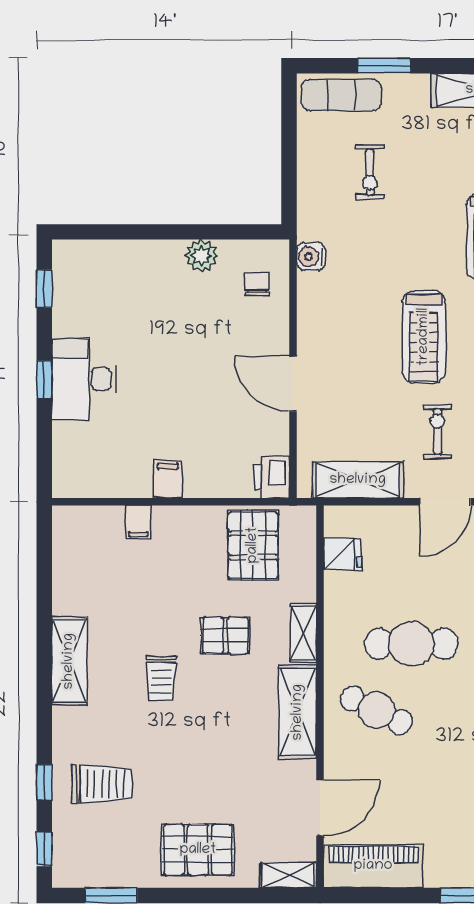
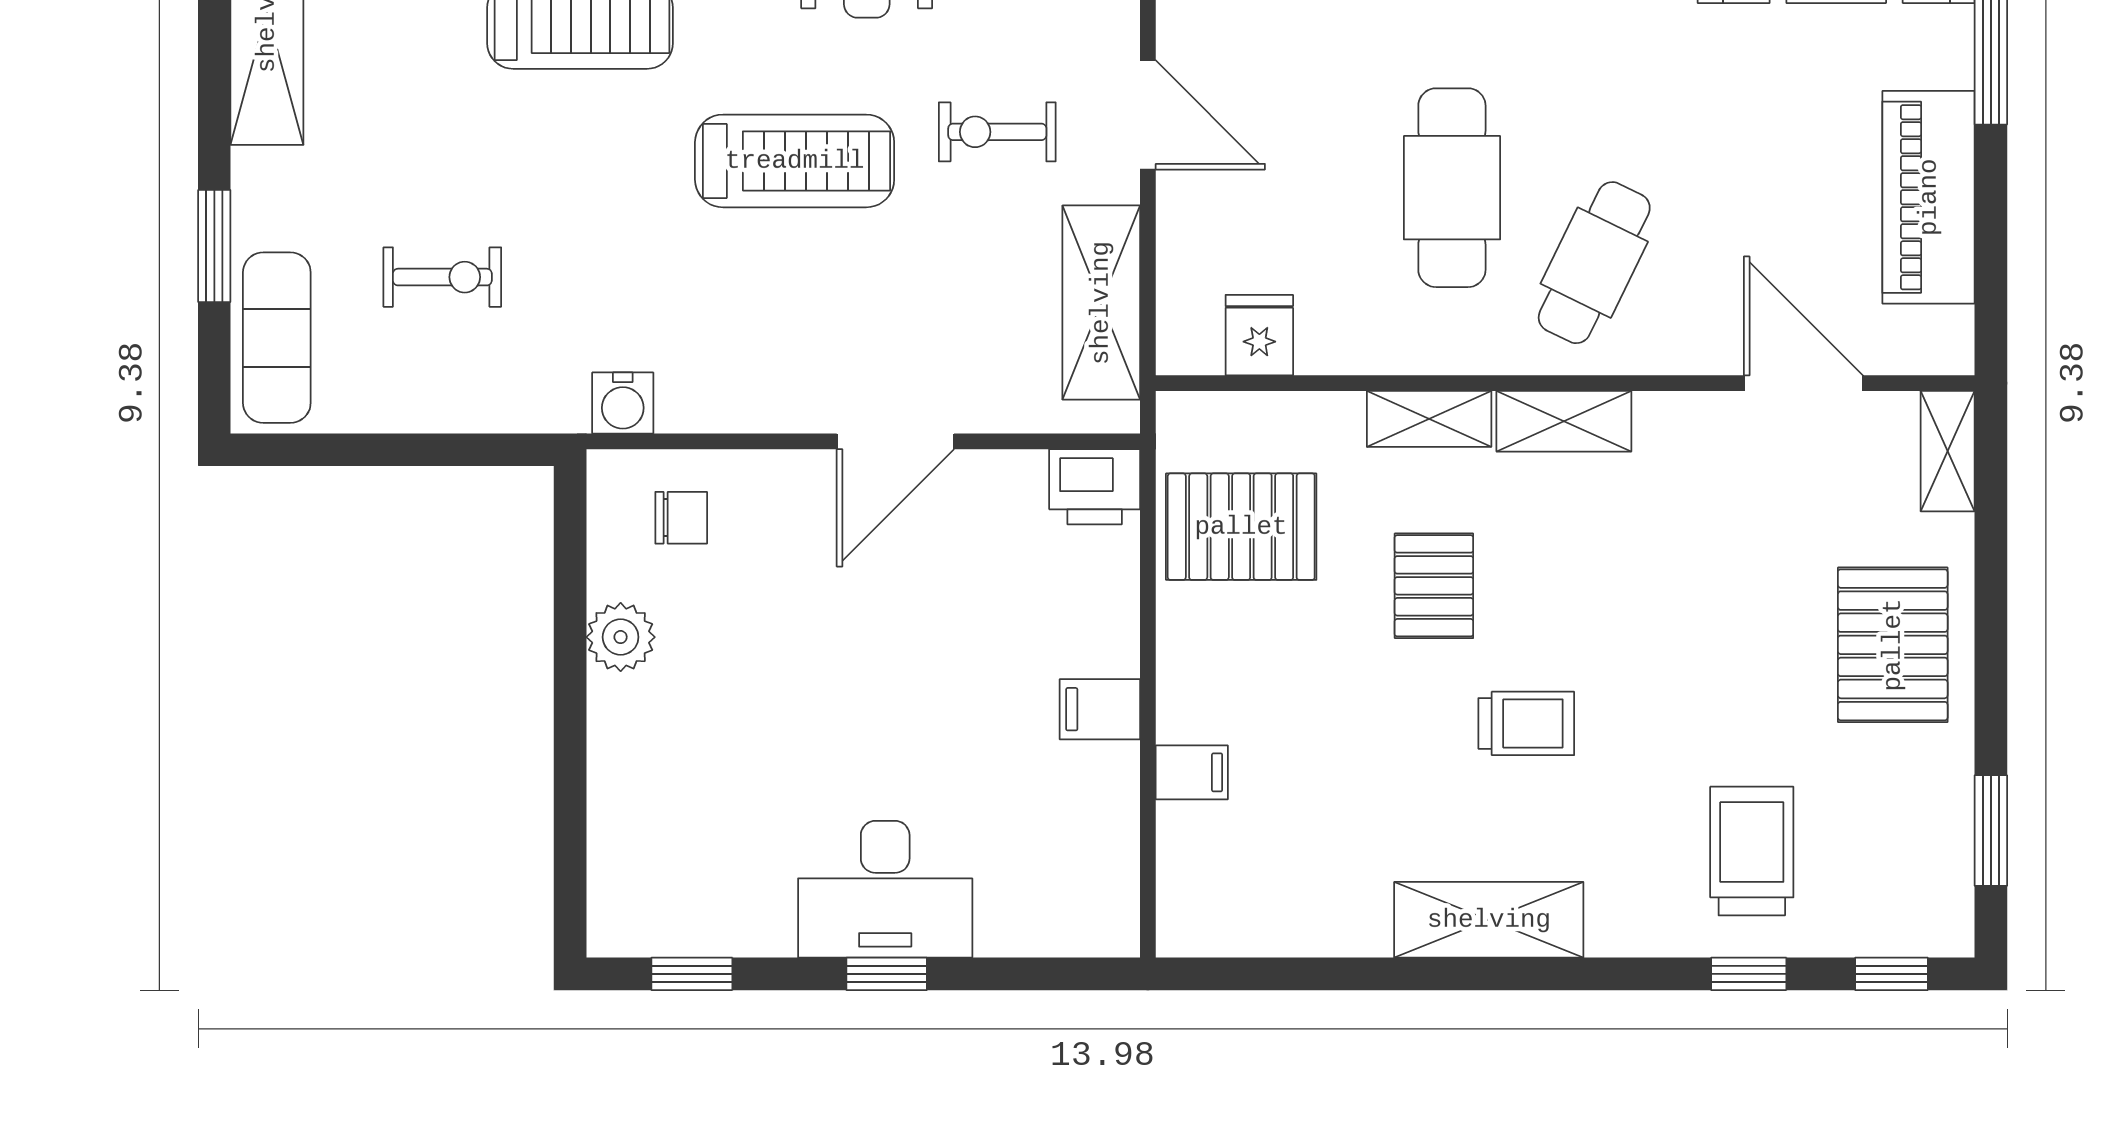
chair: (257, 284) -> (681, 518), turned 180
shelving: (298, 712) -> (1564, 421), width x0.67, depth x0.75
piano: (373, 866) -> (1929, 197), moved

